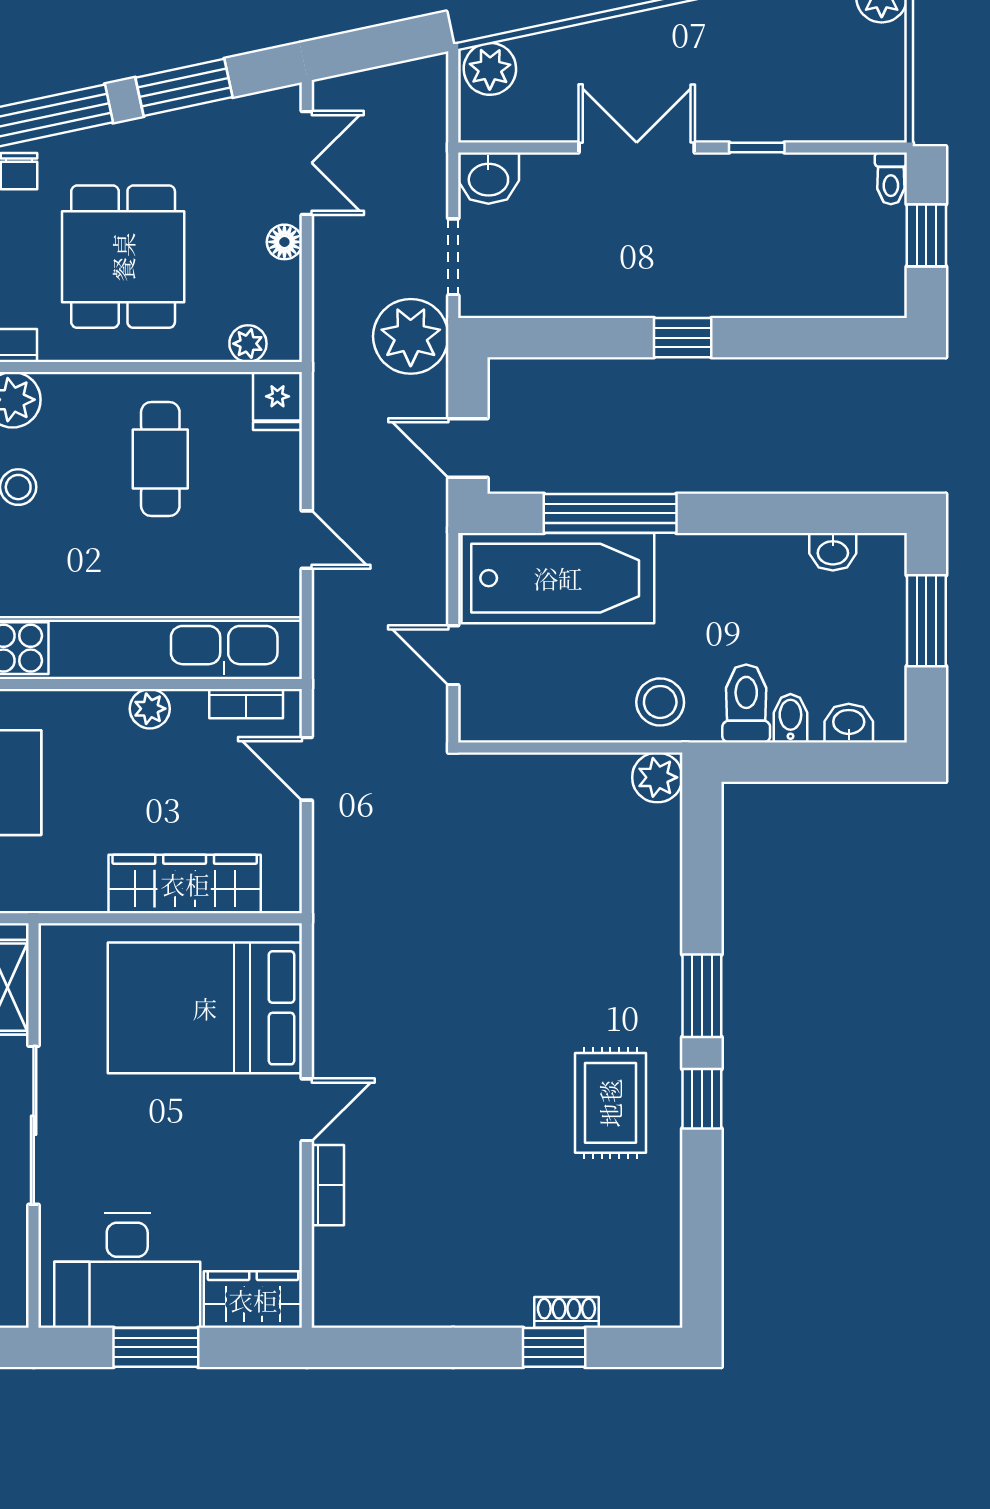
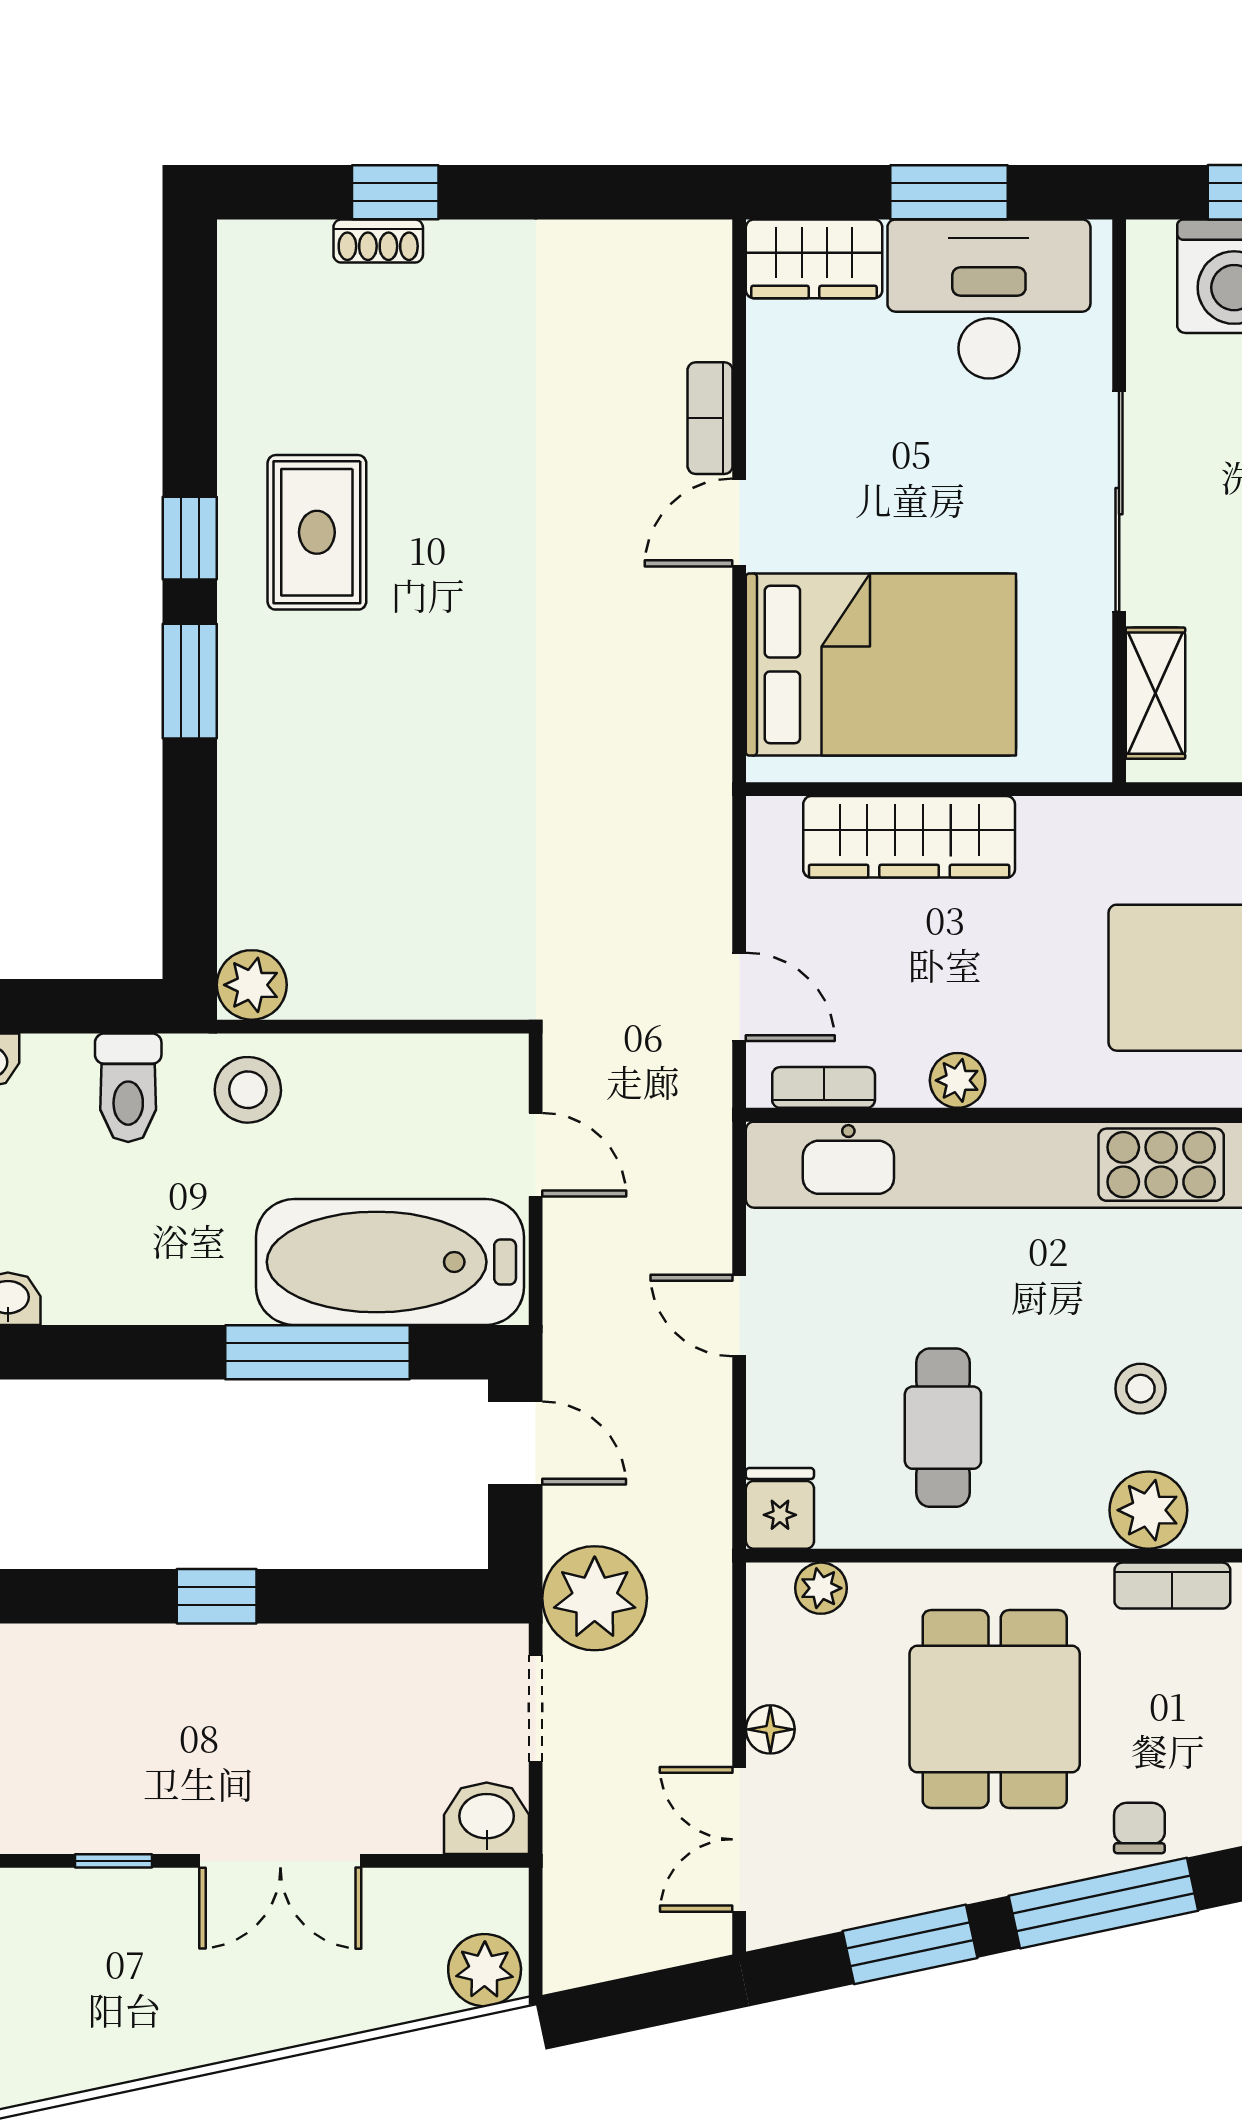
bidet: (790, 718) -> (67, 1067), removed

